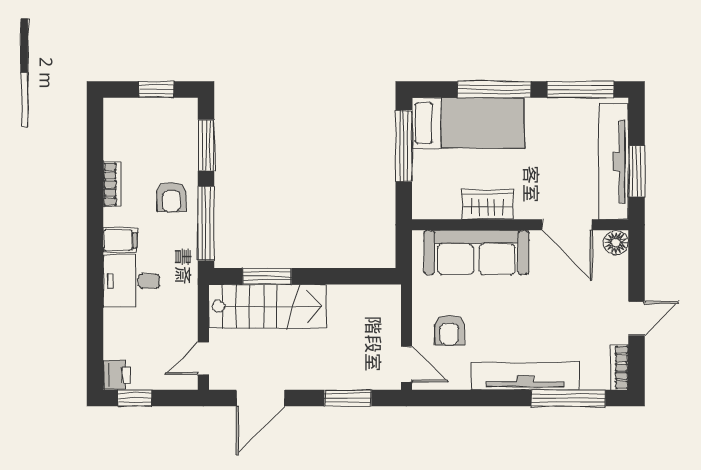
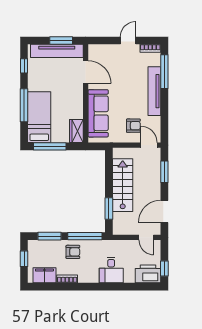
window: (581, 89) -> (24, 66), width x0.46
wardrobe: (487, 205) -> (76, 131), moved
door: (567, 225) -> (86, 72), hinge flipped
filing cabinet: (120, 240) -> (44, 275), moved, width x2.00
floor lamp: (616, 243) -> (94, 50), removed
stairs: (267, 306) -> (123, 185), moved
door: (637, 318) -> (128, 40), hinge flipped
door: (406, 364) -> (149, 145), hinge flipped
printer: (117, 375) -> (148, 274), width x1.87, depth x1.48
door: (261, 398) -> (164, 211), swing flipped

